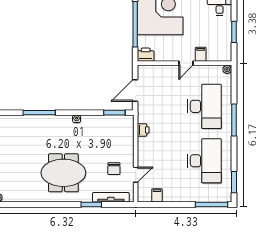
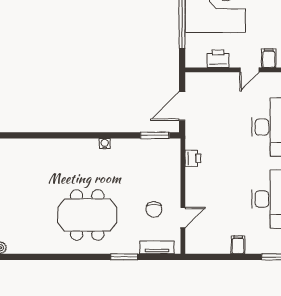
printer: (146, 55) -> (218, 59), moved
window: (39, 113) -> (55, 135), removed
filing cabinet: (157, 195) -> (238, 245), moved
tv unit: (111, 197) -> (157, 247), width x0.71

